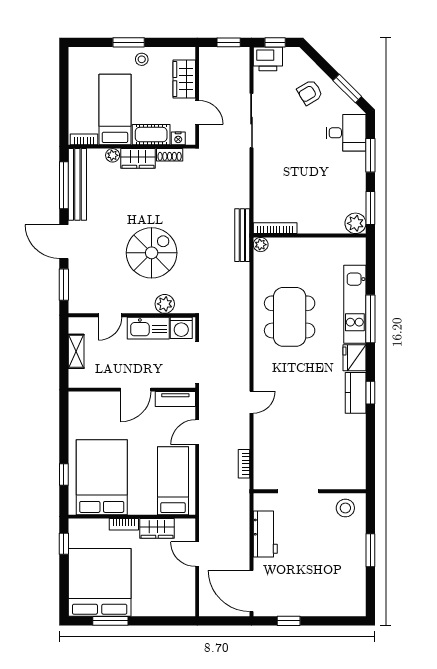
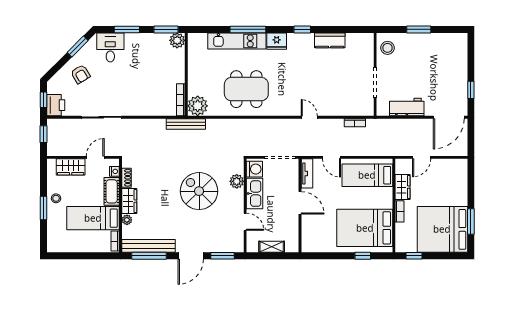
plant: (261, 245) -> (198, 106), width x1.87, depth x1.87
kitchen counter: (356, 393) -> (330, 40), moved

